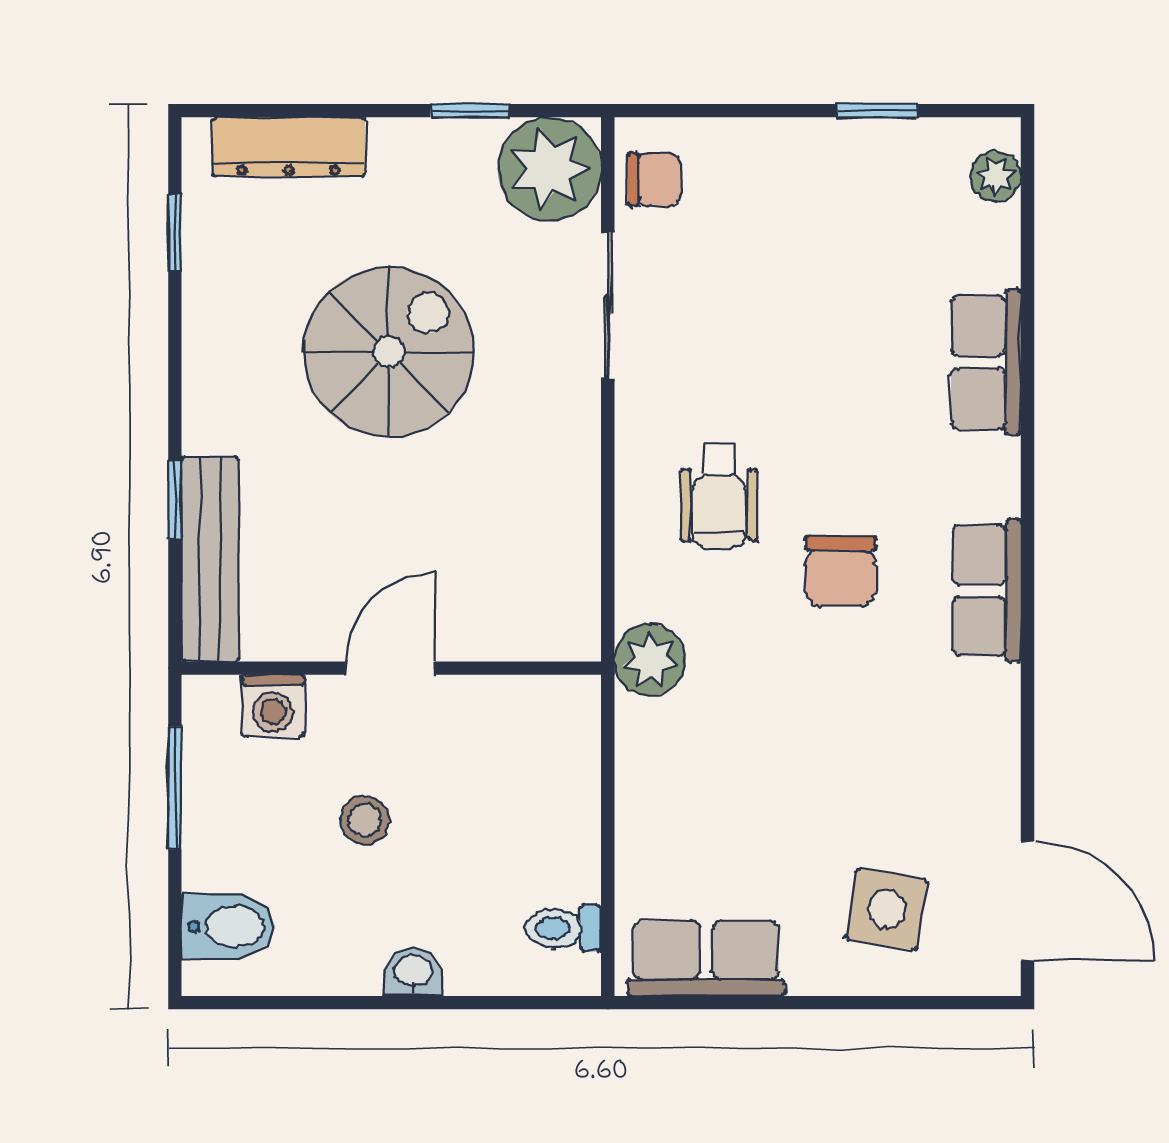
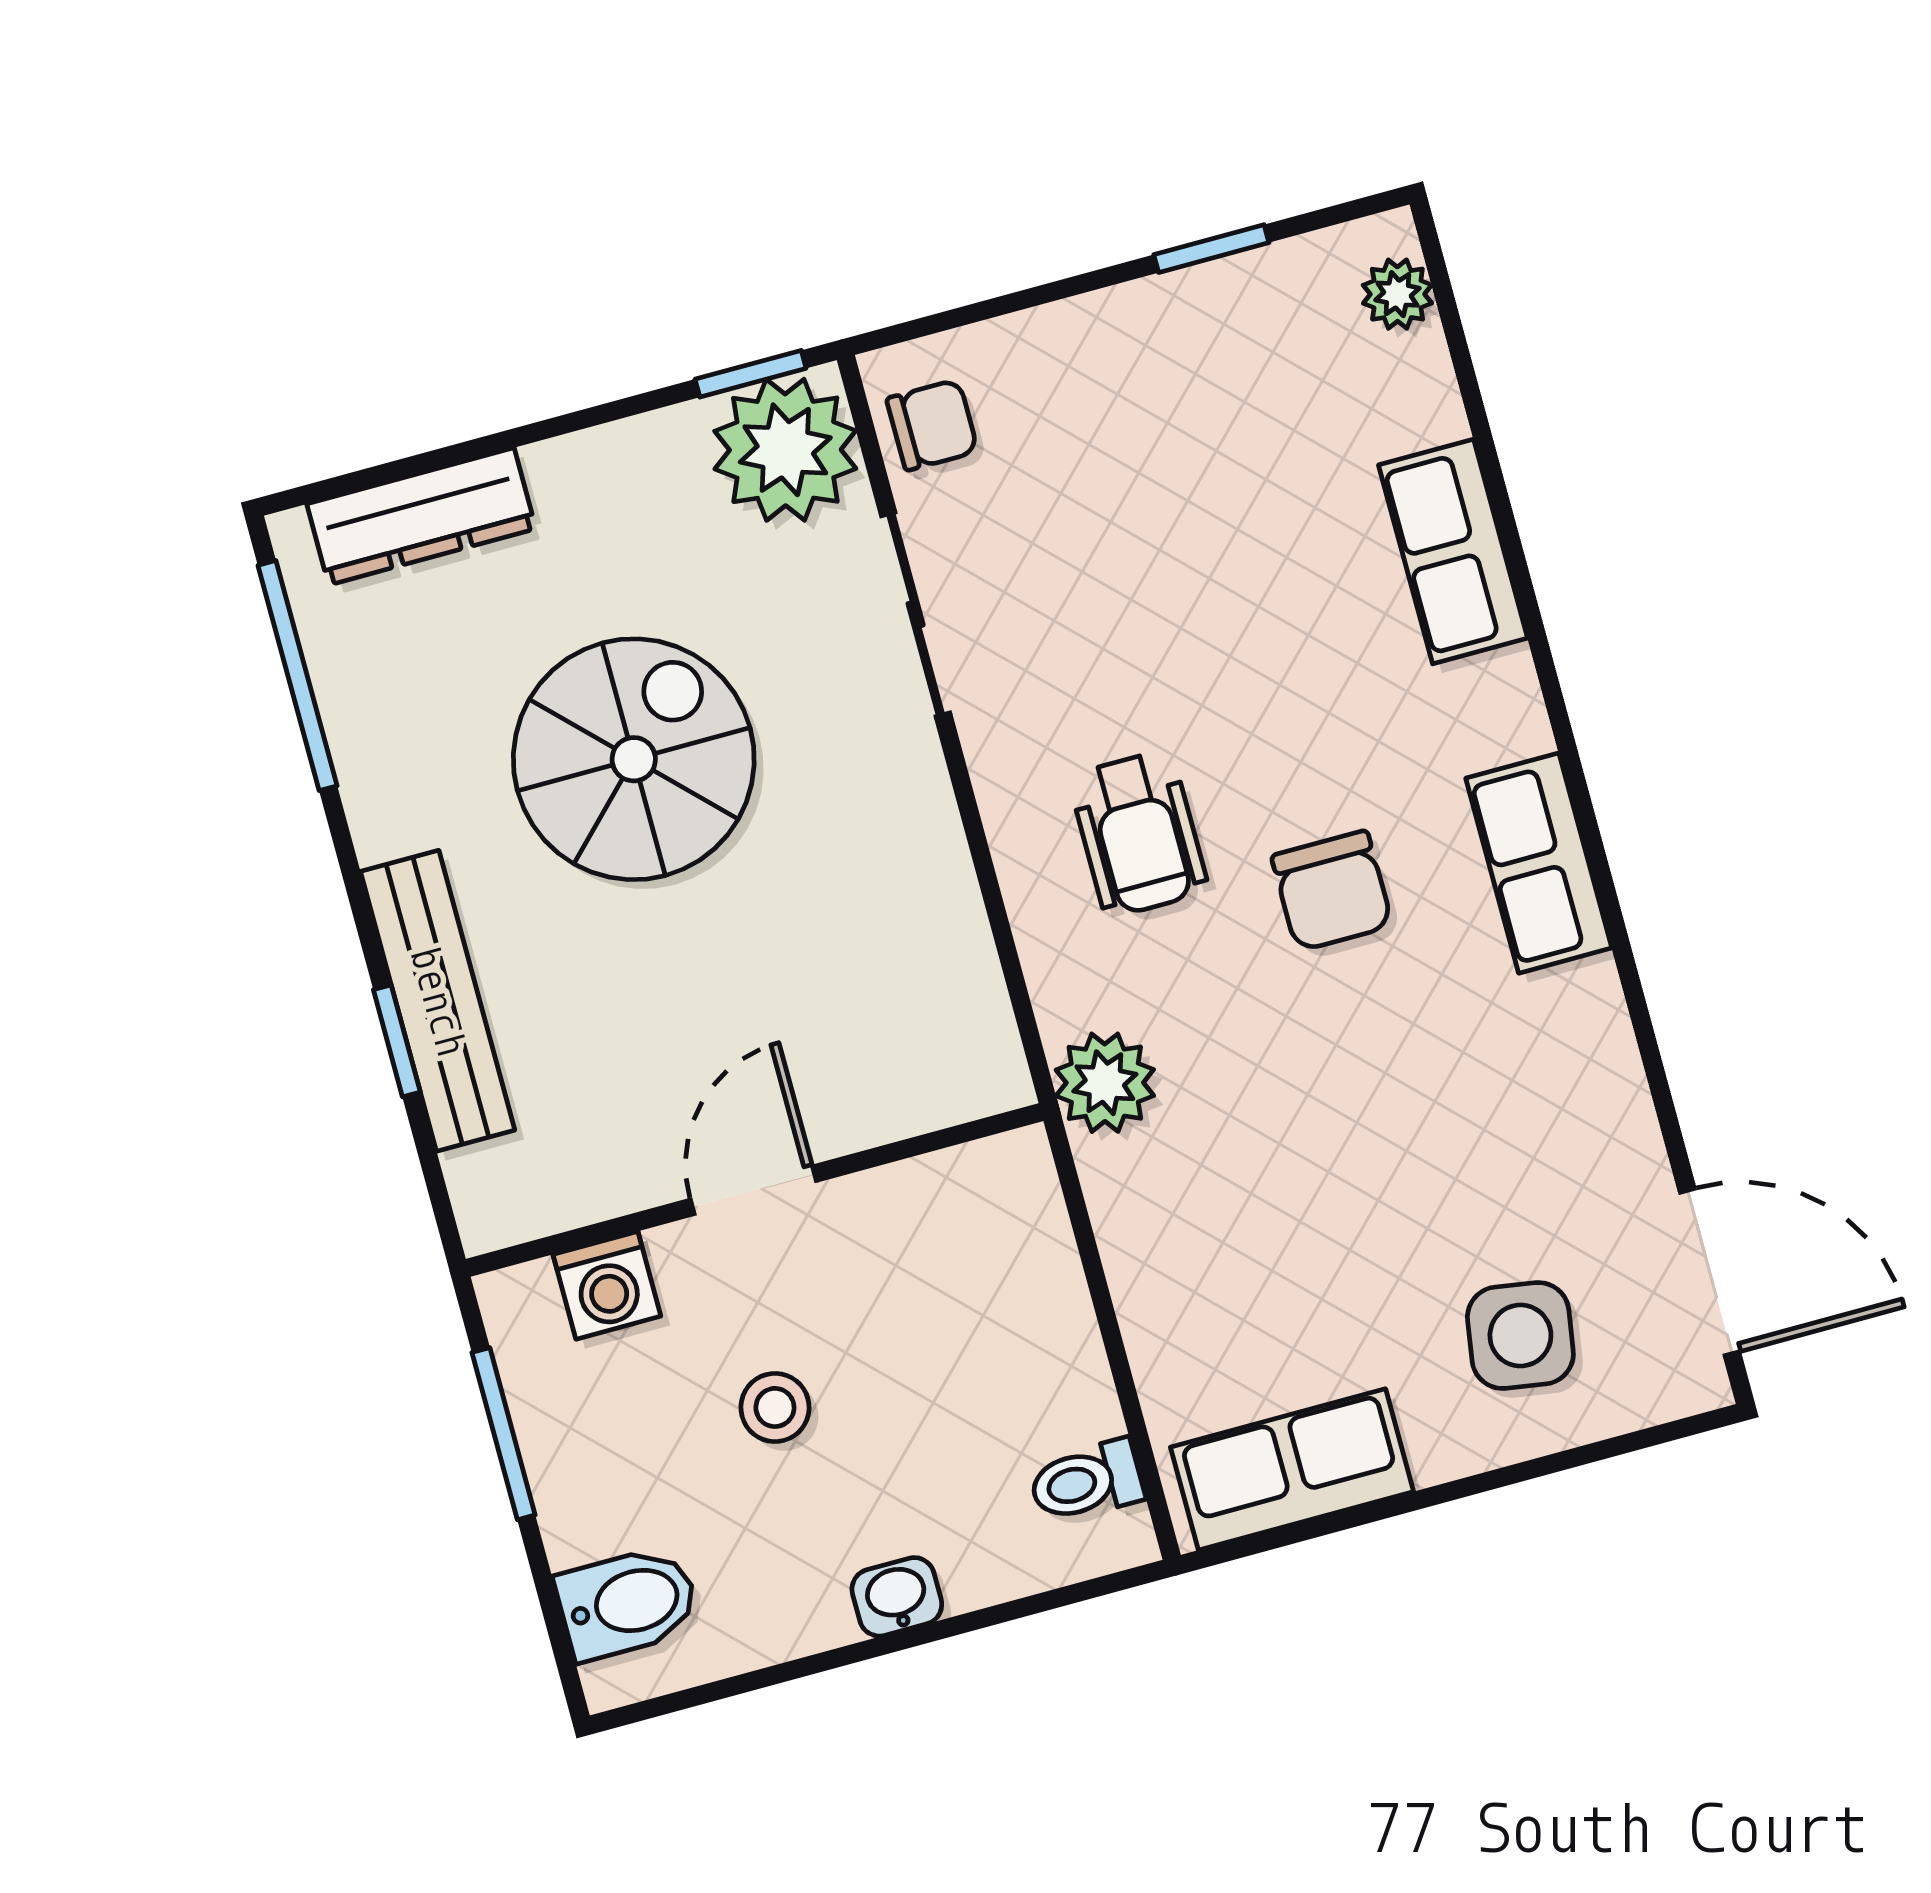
window: (469, 111) -> (751, 374), moved
window: (175, 233) -> (298, 676), width x2.17
bench: (210, 559) -> (438, 1001), moved

